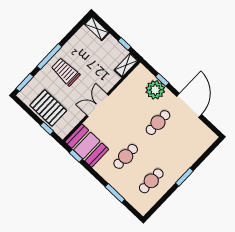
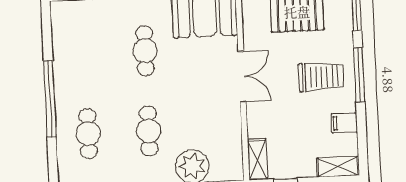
filing cabinet: (76, 43) -> (344, 123), added
window: (184, 177) -> (50, 99), width x2.11
cafe table: (151, 181) -> (88, 134), moved

